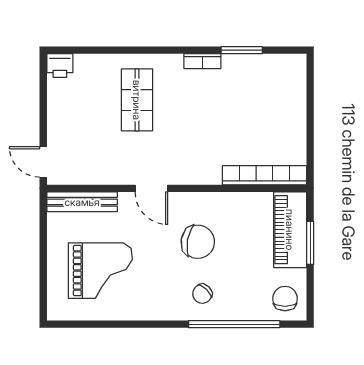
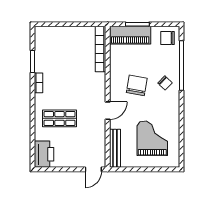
printer: (60, 66) -> (44, 154), width x1.87, depth x1.48

